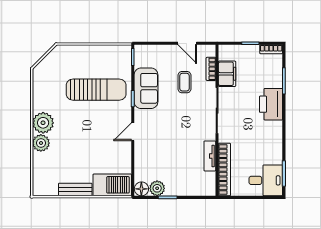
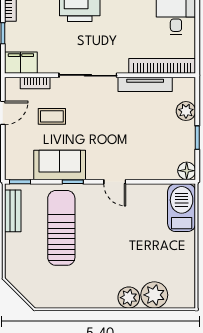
filing cabinet: (227, 74) -> (21, 63), moved
plant: (43, 123) -> (154, 295), moved
tv unit: (210, 156) -> (145, 84), width x1.41
plant: (157, 188) -> (186, 111), moved
bench: (75, 189) -> (13, 211), moved

